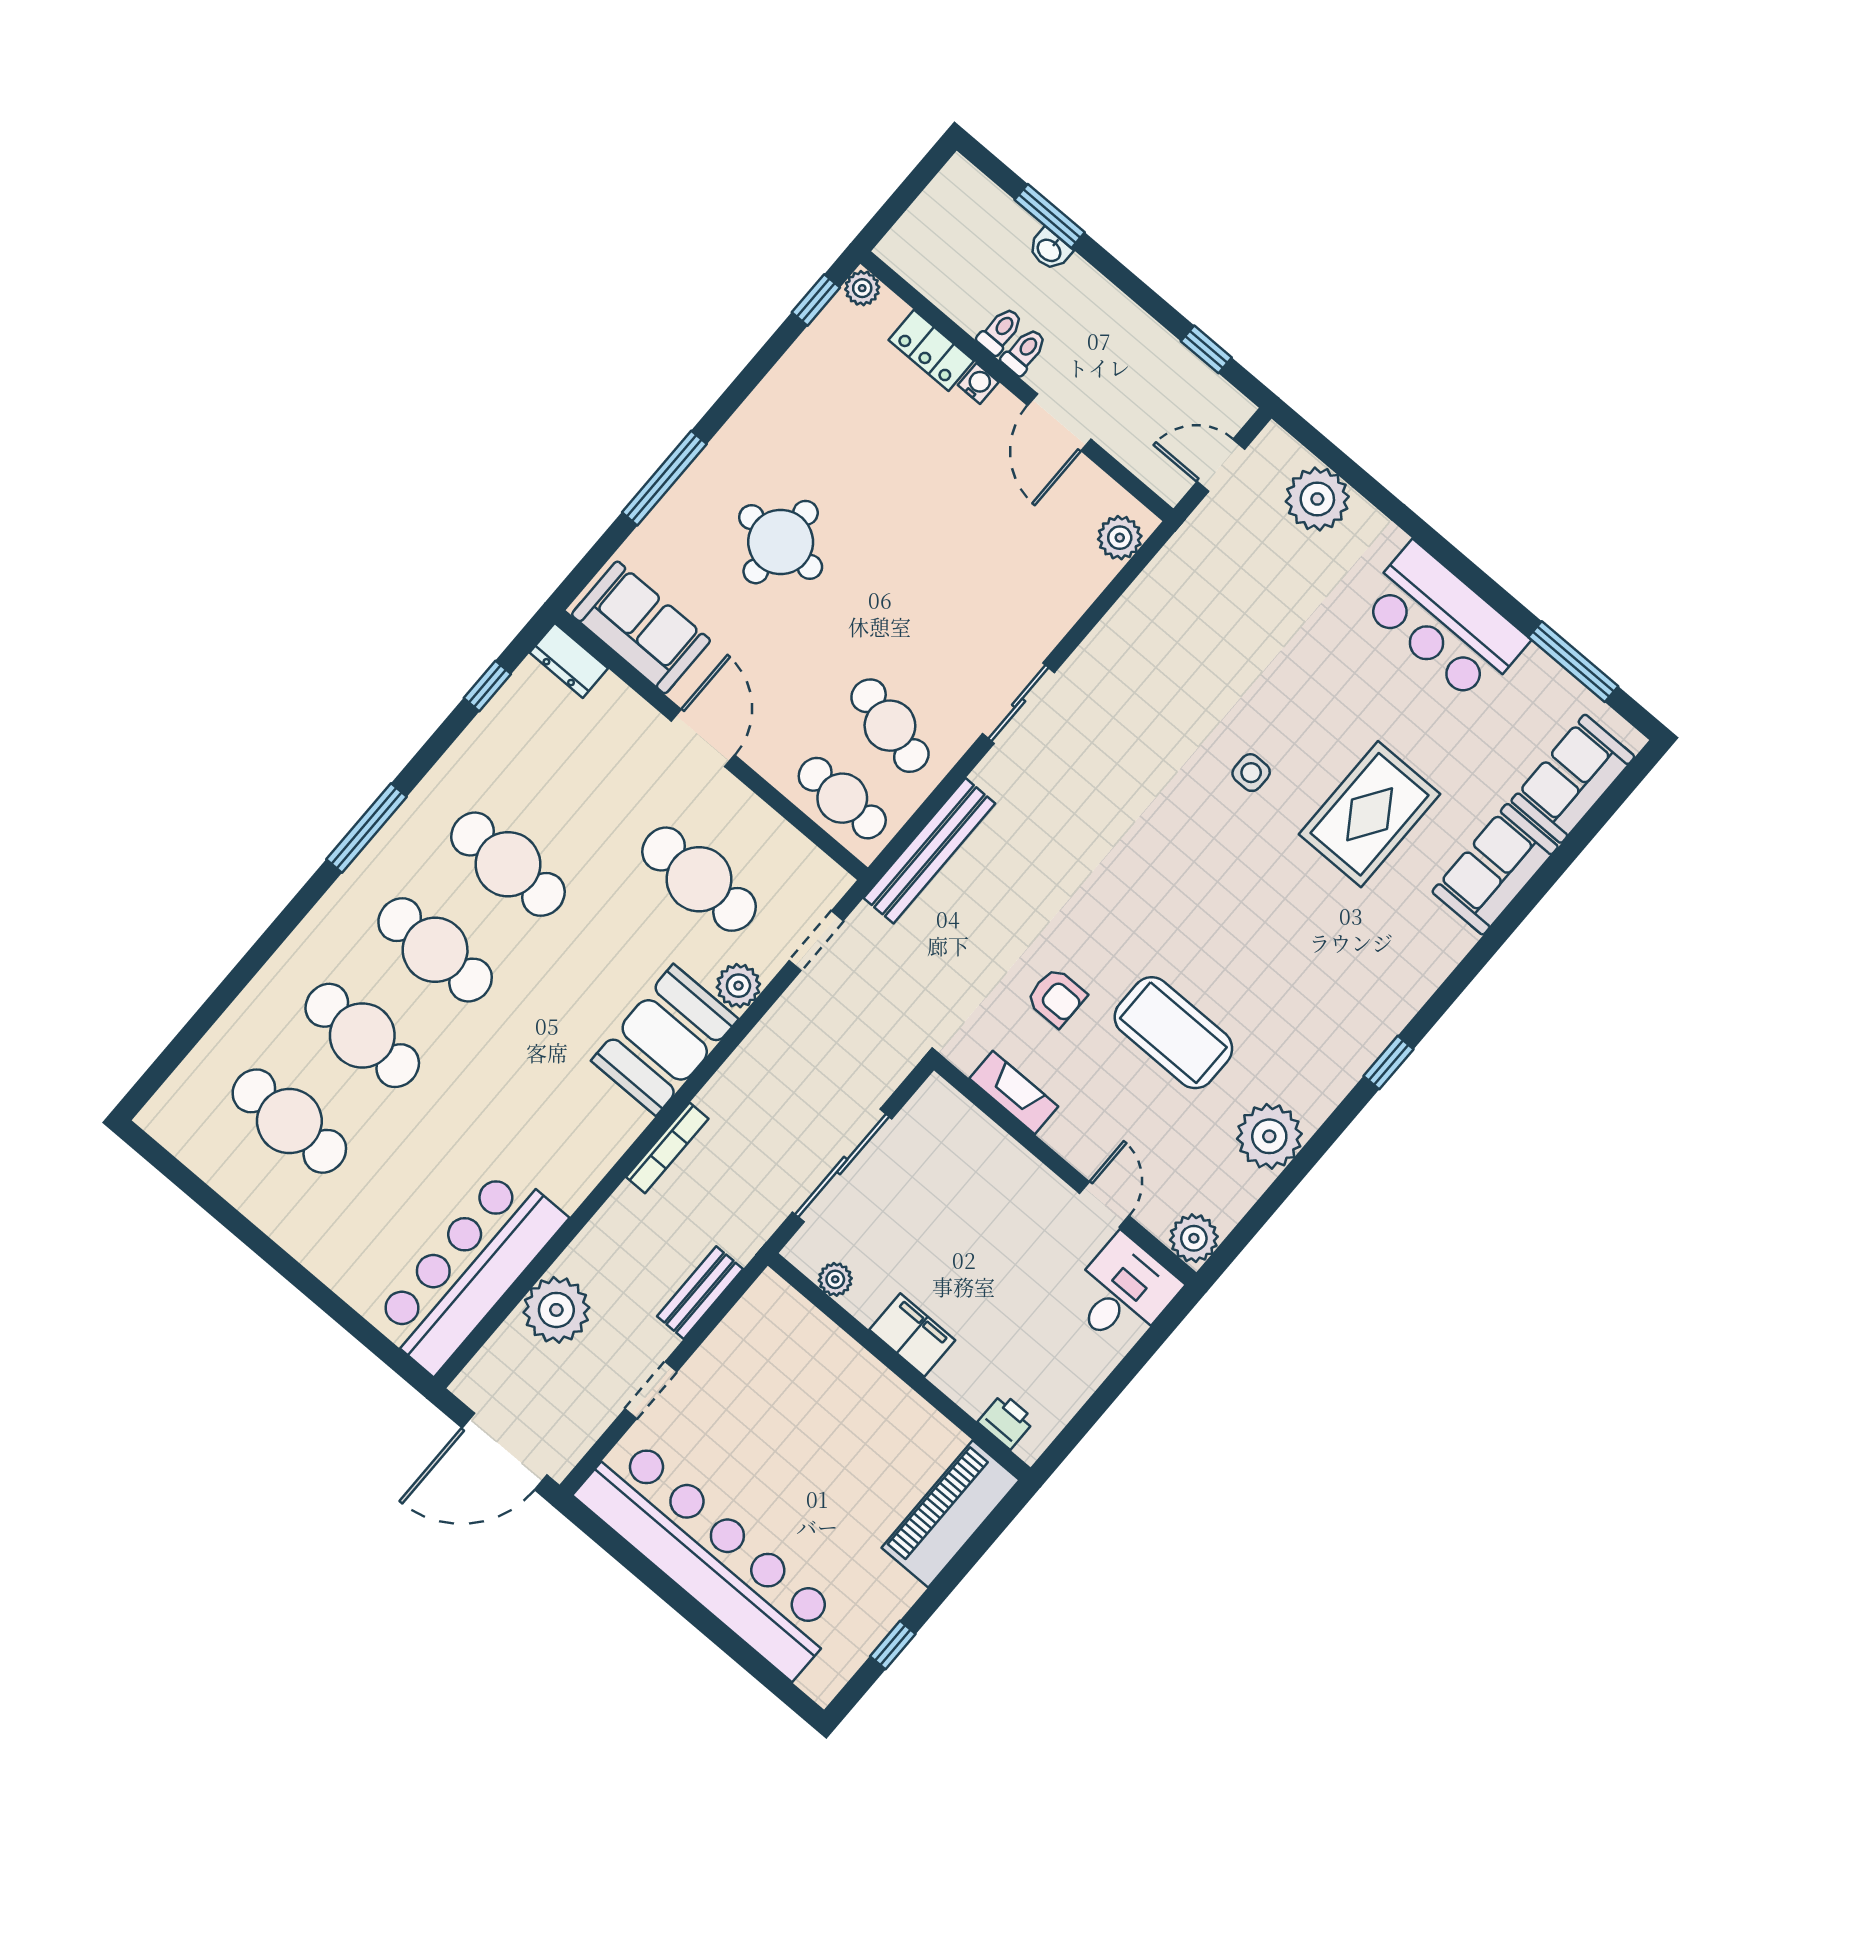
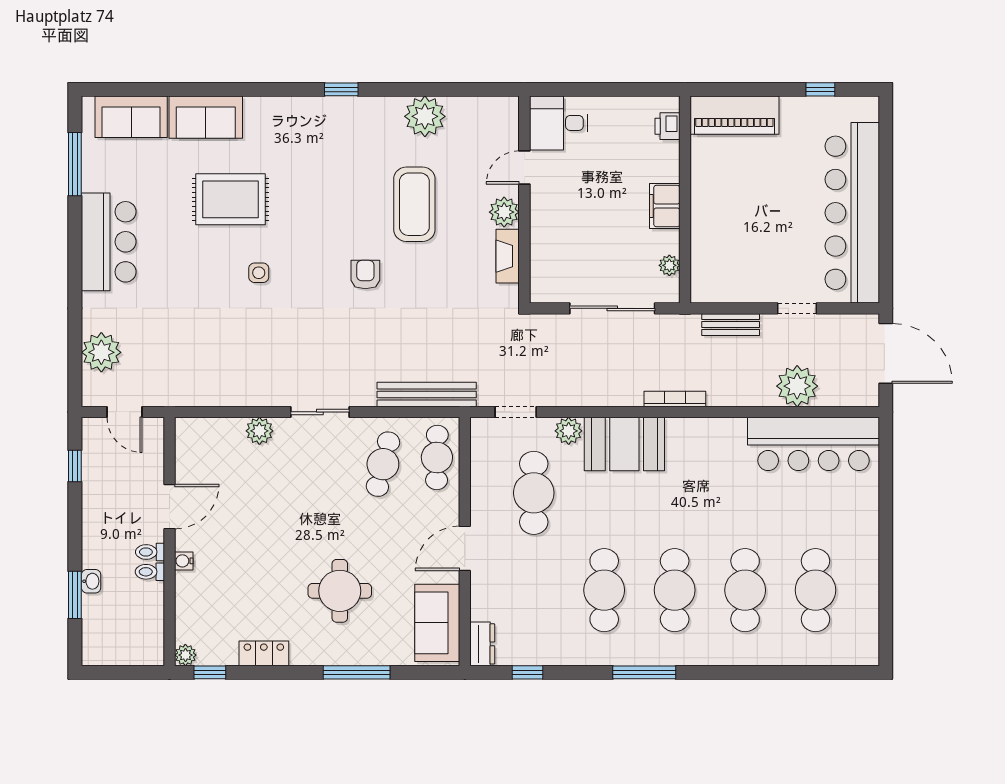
locker: (931, 350) -> (264, 653), moved, turned -90
plant: (1120, 538) -> (259, 431), moved
armchair: (1056, 997) -> (365, 275), moved
plant: (1194, 1238) -> (504, 212), moved

